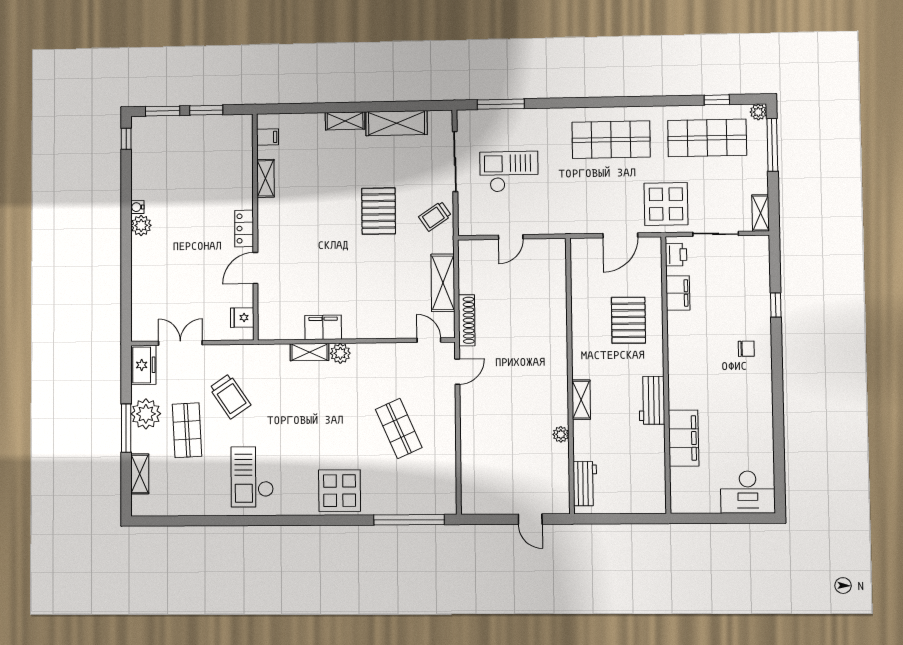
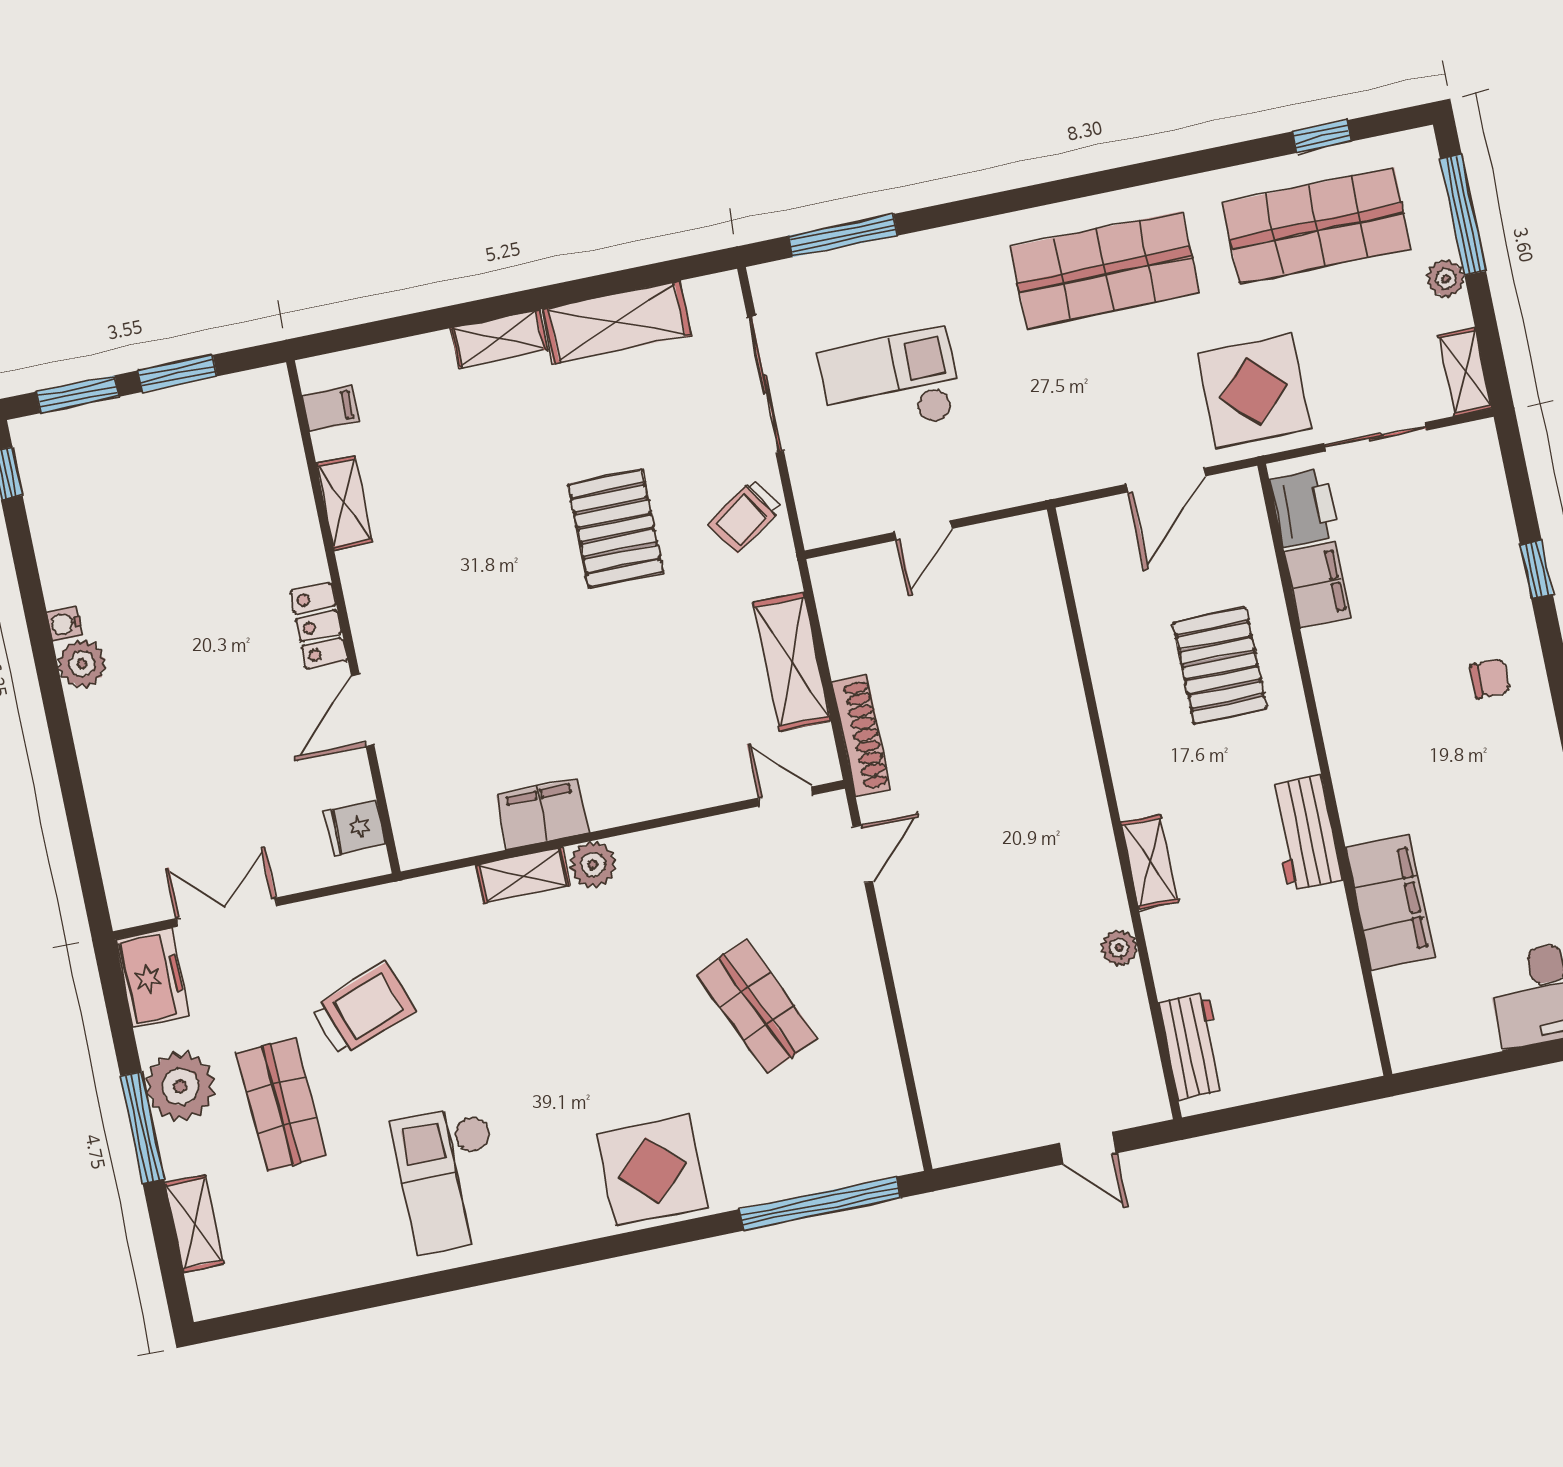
plant: (758, 112) -> (1446, 279), moved
printer: (676, 255) -> (1305, 508), width x1.36, depth x1.24
trolley: (230, 396) -> (363, 1010), turned -76

